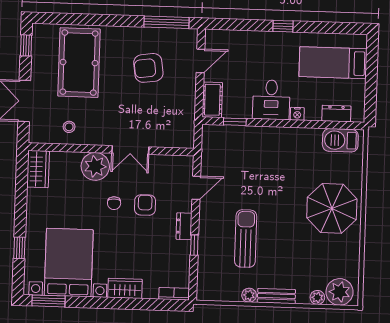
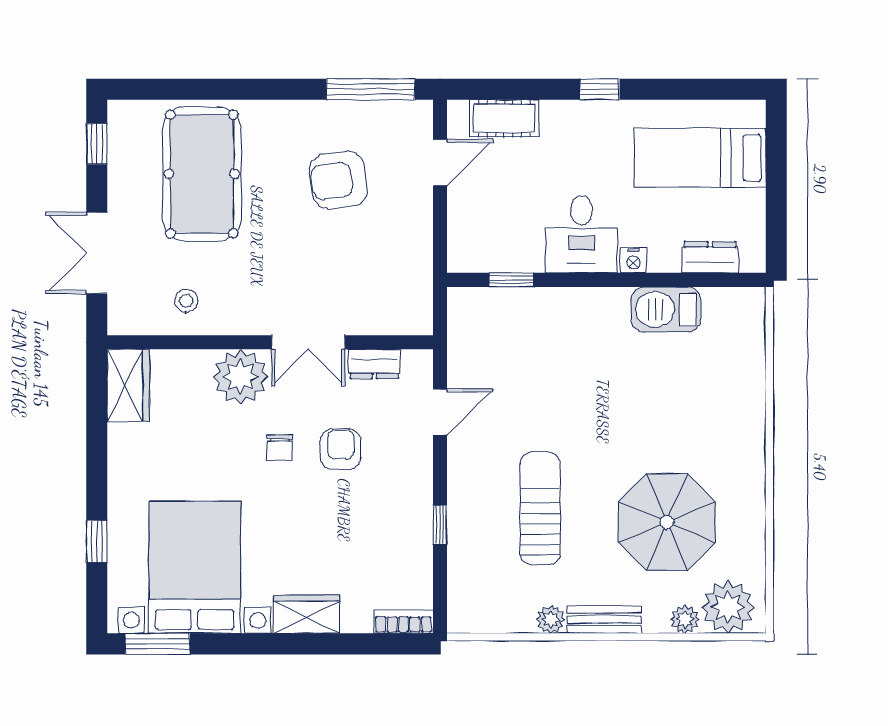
cot: (212, 100) -> (504, 118), moved, turned 90
barbecue: (340, 140) -> (666, 310), moved
parasol: (332, 208) -> (667, 522), moved
dresser: (184, 226) -> (374, 364), moved, turned -90

